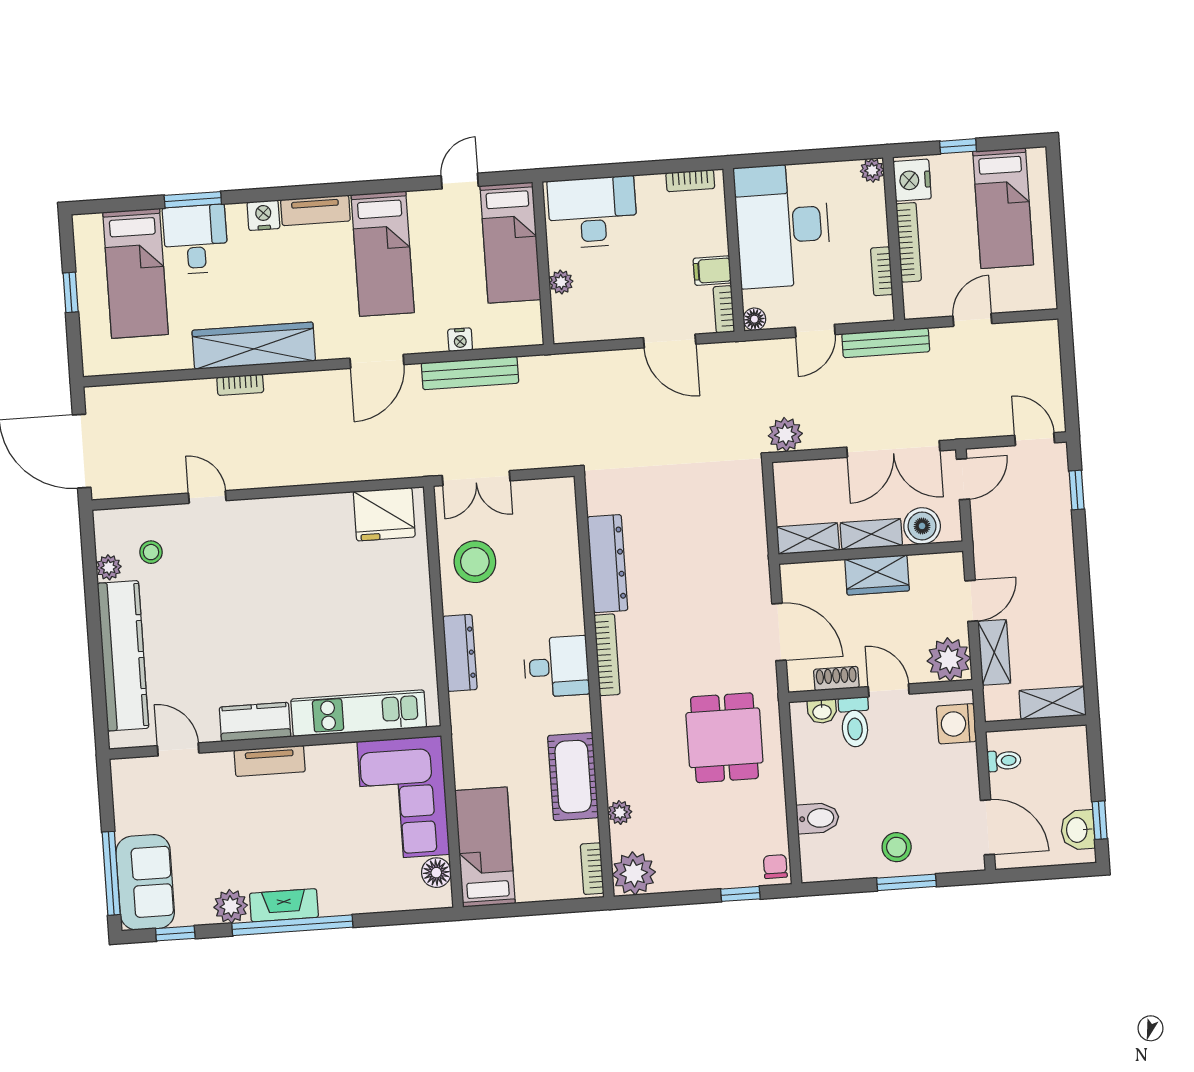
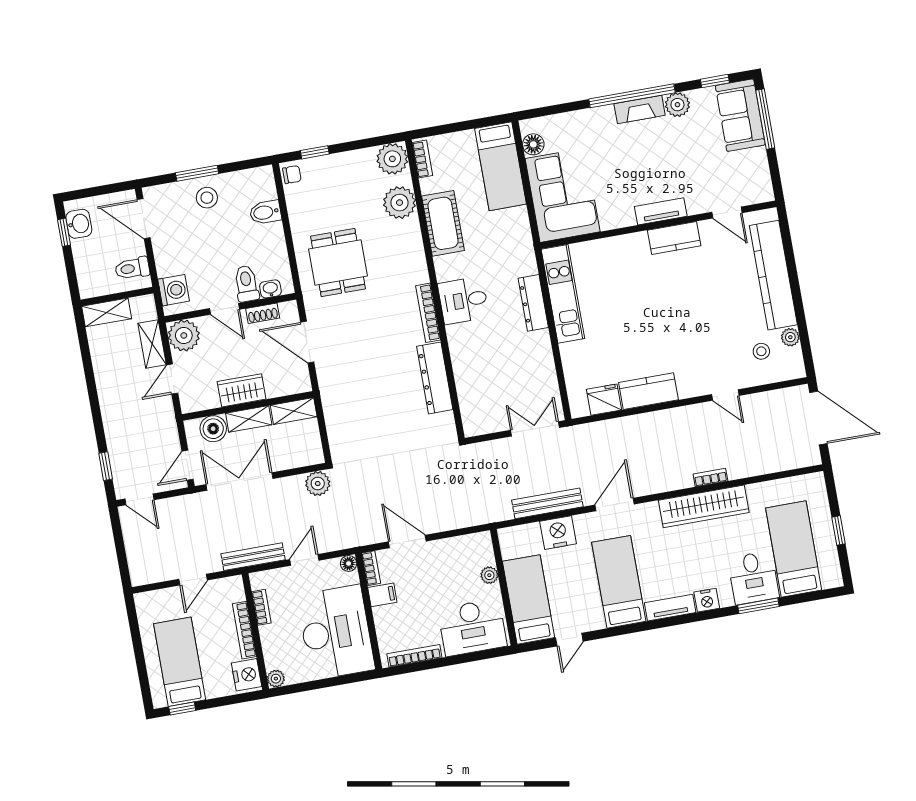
window: (958, 146) -> (182, 709), moved
bookcase: (690, 181) -> (414, 656), width x1.56
nightstand: (460, 340) -> (558, 533), width x1.89, depth x1.79
kitchen counter: (313, 514) -> (648, 391), added
fridge: (384, 514) -> (604, 400), width x0.73, depth x0.75
stool: (475, 562) -> (529, 369), removed
kitchen unit: (359, 713) -> (563, 294), moved, turned -90
toilet: (1004, 761) -> (132, 268), width x1.37, depth x1.39
plant: (620, 812) -> (399, 203), width x1.88, depth x1.88
chair: (775, 867) -> (292, 175), turned -90

